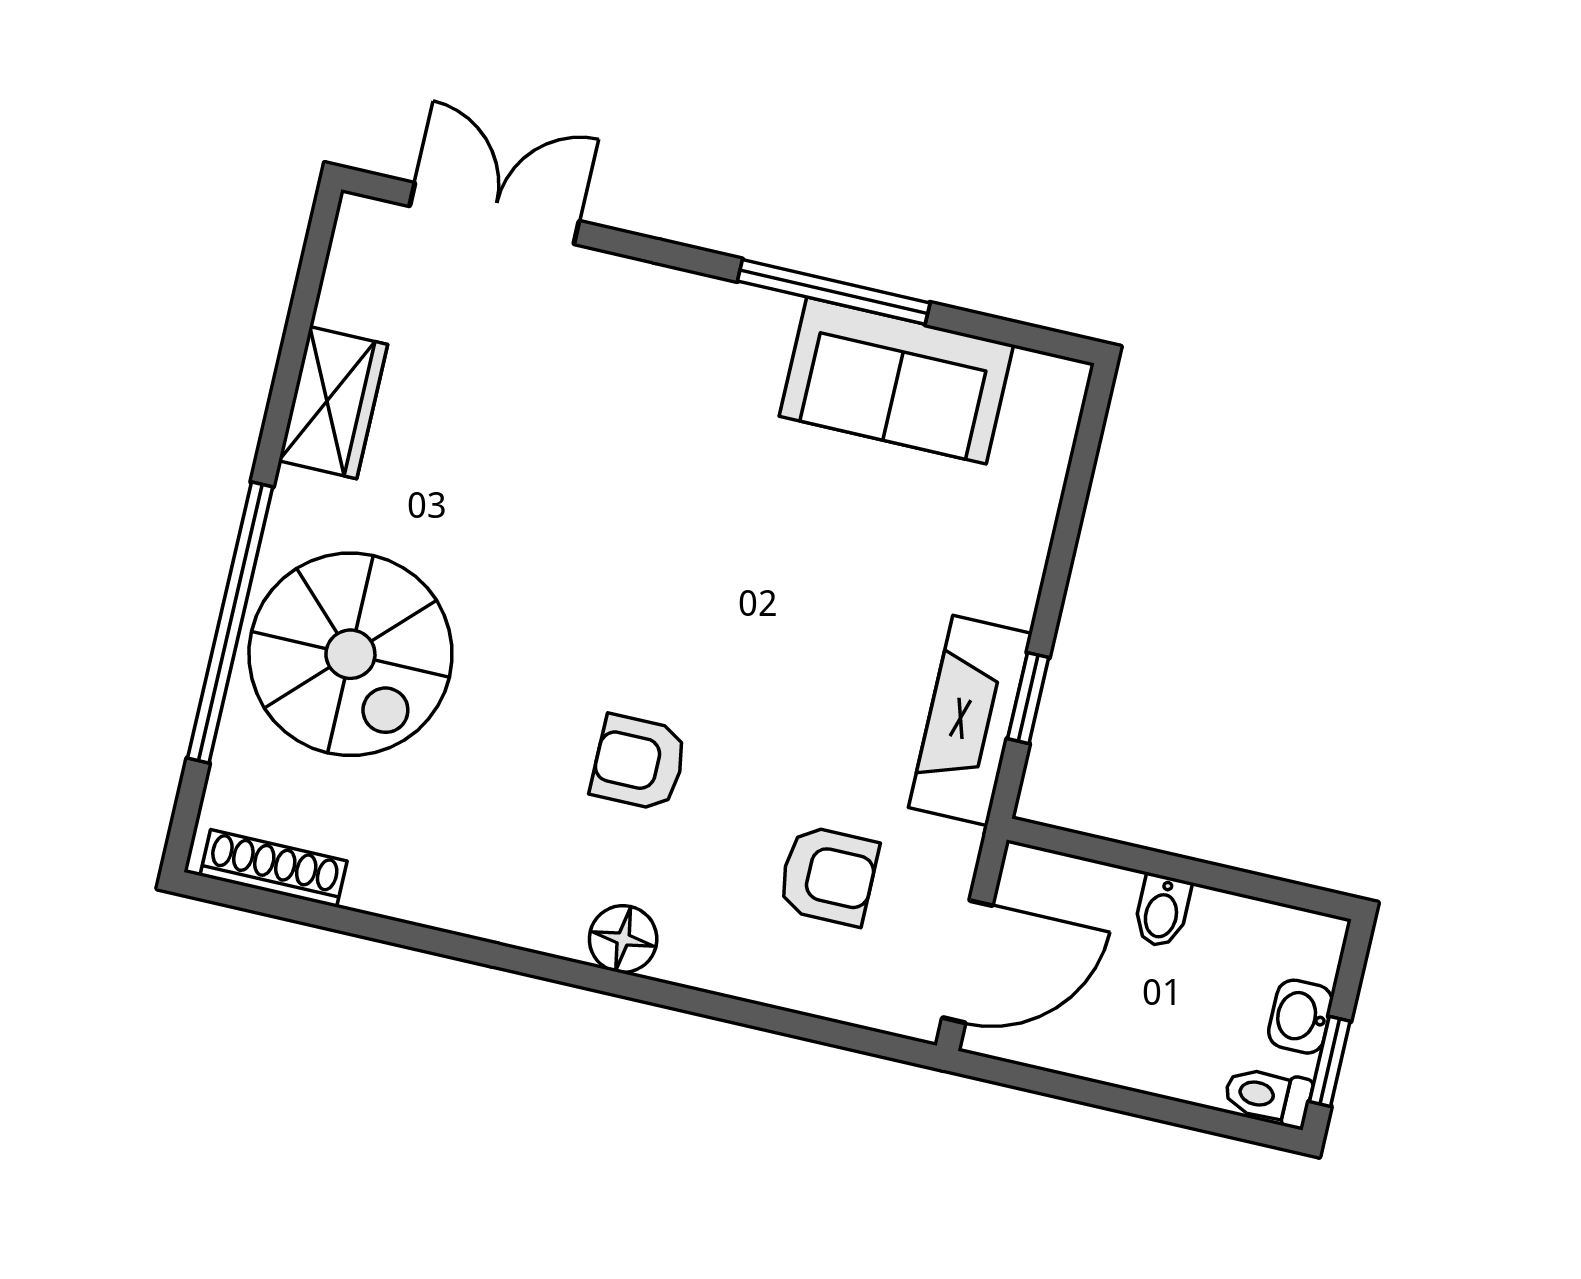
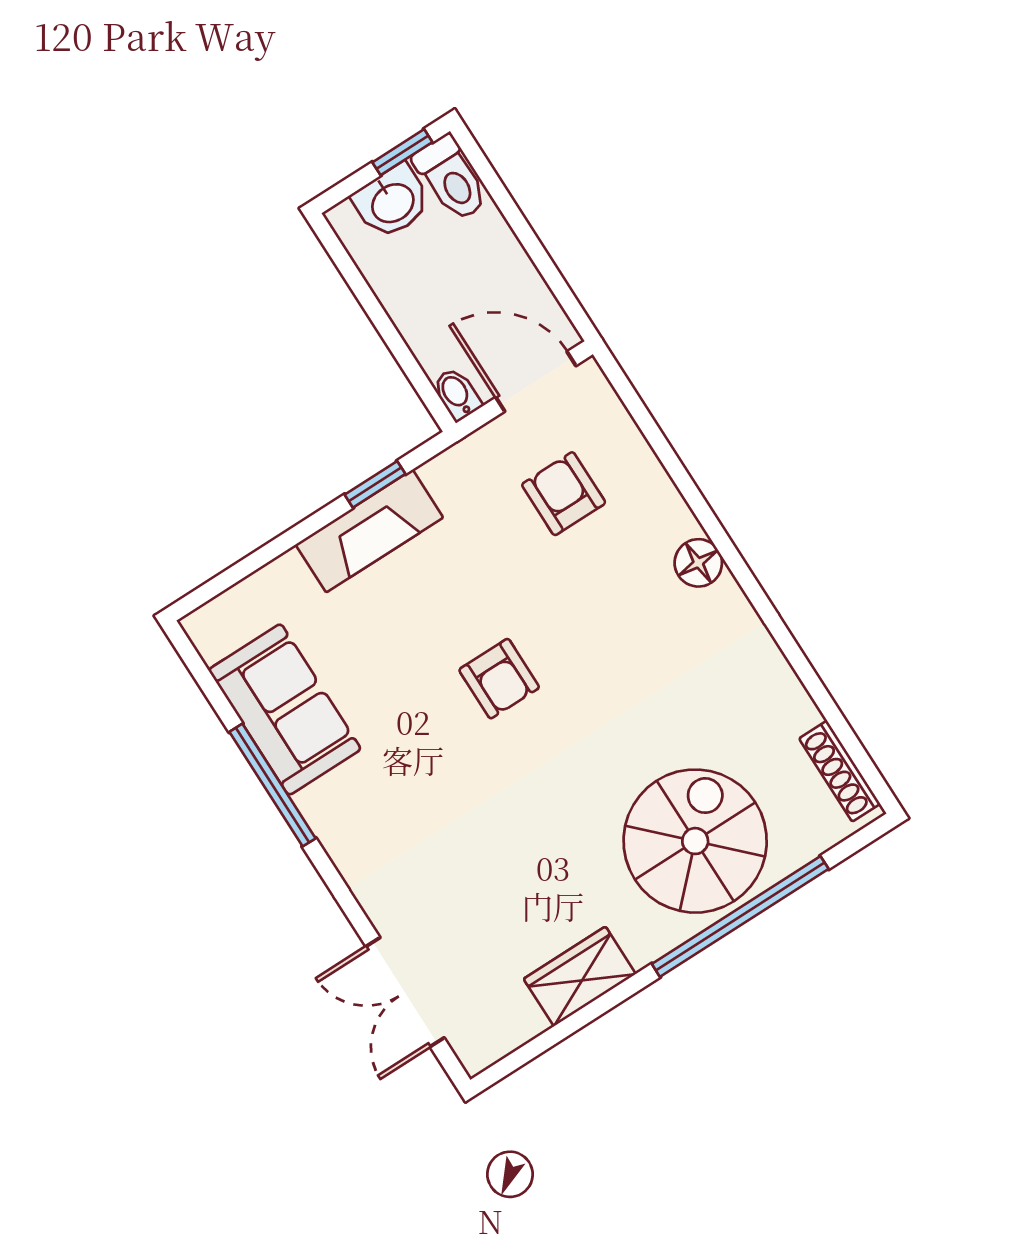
fireplace: (970, 721) -> (369, 531), moved
armchair: (639, 763) -> (499, 679), moved
bidet: (1162, 911) -> (457, 394), moved, turned -90
washbasin: (1300, 1017) -> (392, 202), width x1.38, depth x1.45
toilet: (1268, 1096) -> (451, 178), width x1.37, depth x1.39

